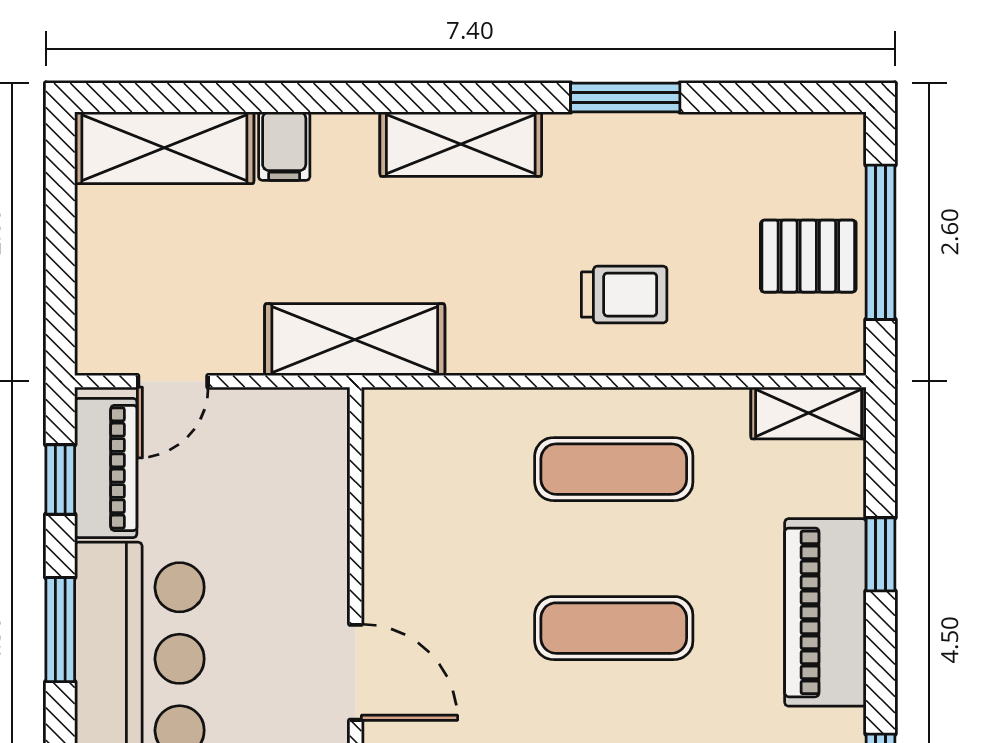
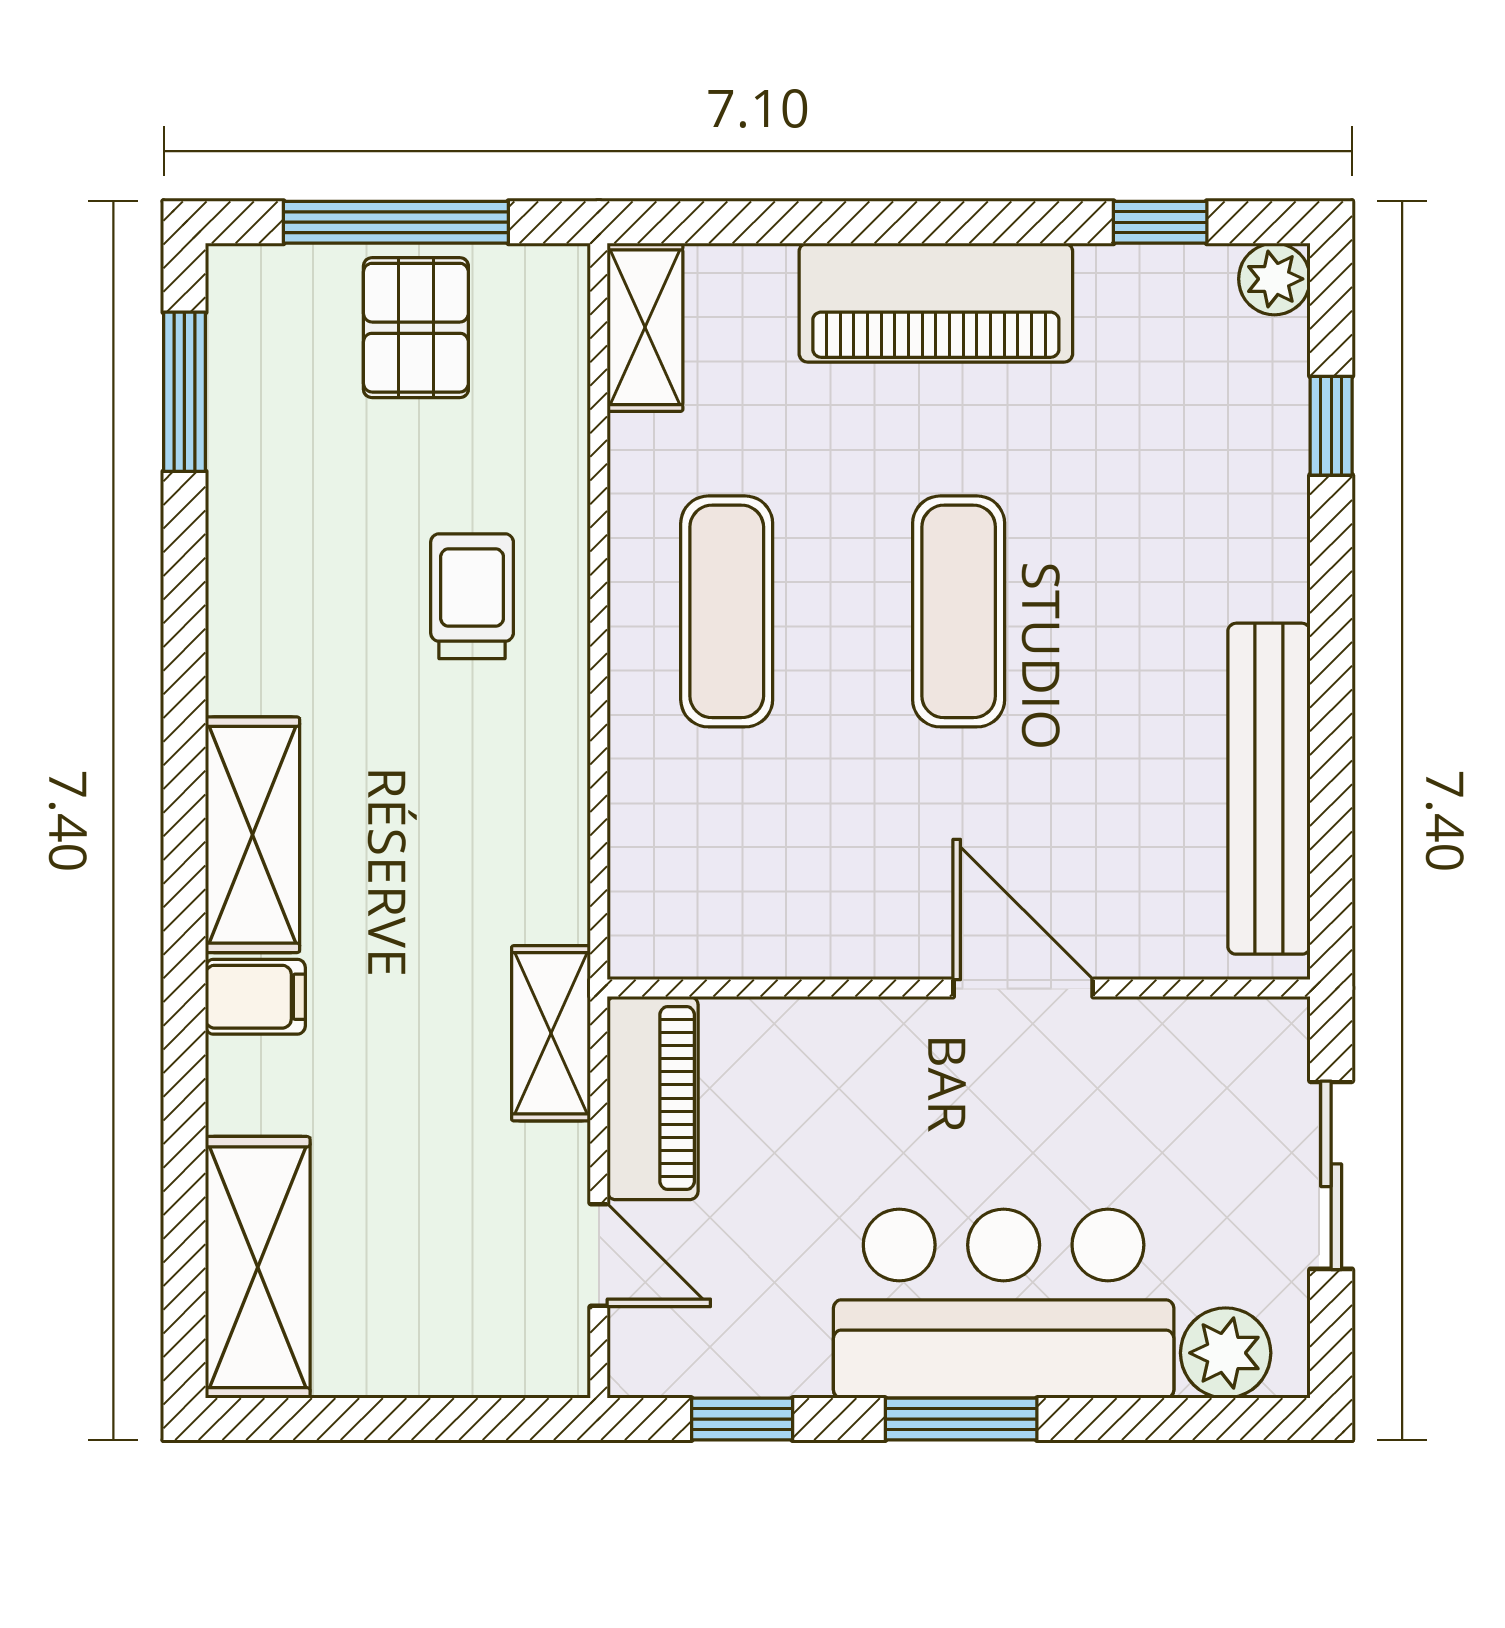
window: (625, 97) -> (184, 392), moved
filing cabinet: (284, 146) -> (255, 997), moved
shelving: (355, 340) -> (551, 1033), width x0.67, depth x0.75
piano: (106, 468) -> (653, 1098), moved, turned 90
window: (881, 554) -> (851, 222), removed
door: (356, 672) -> (1023, 988), hinge flipped

